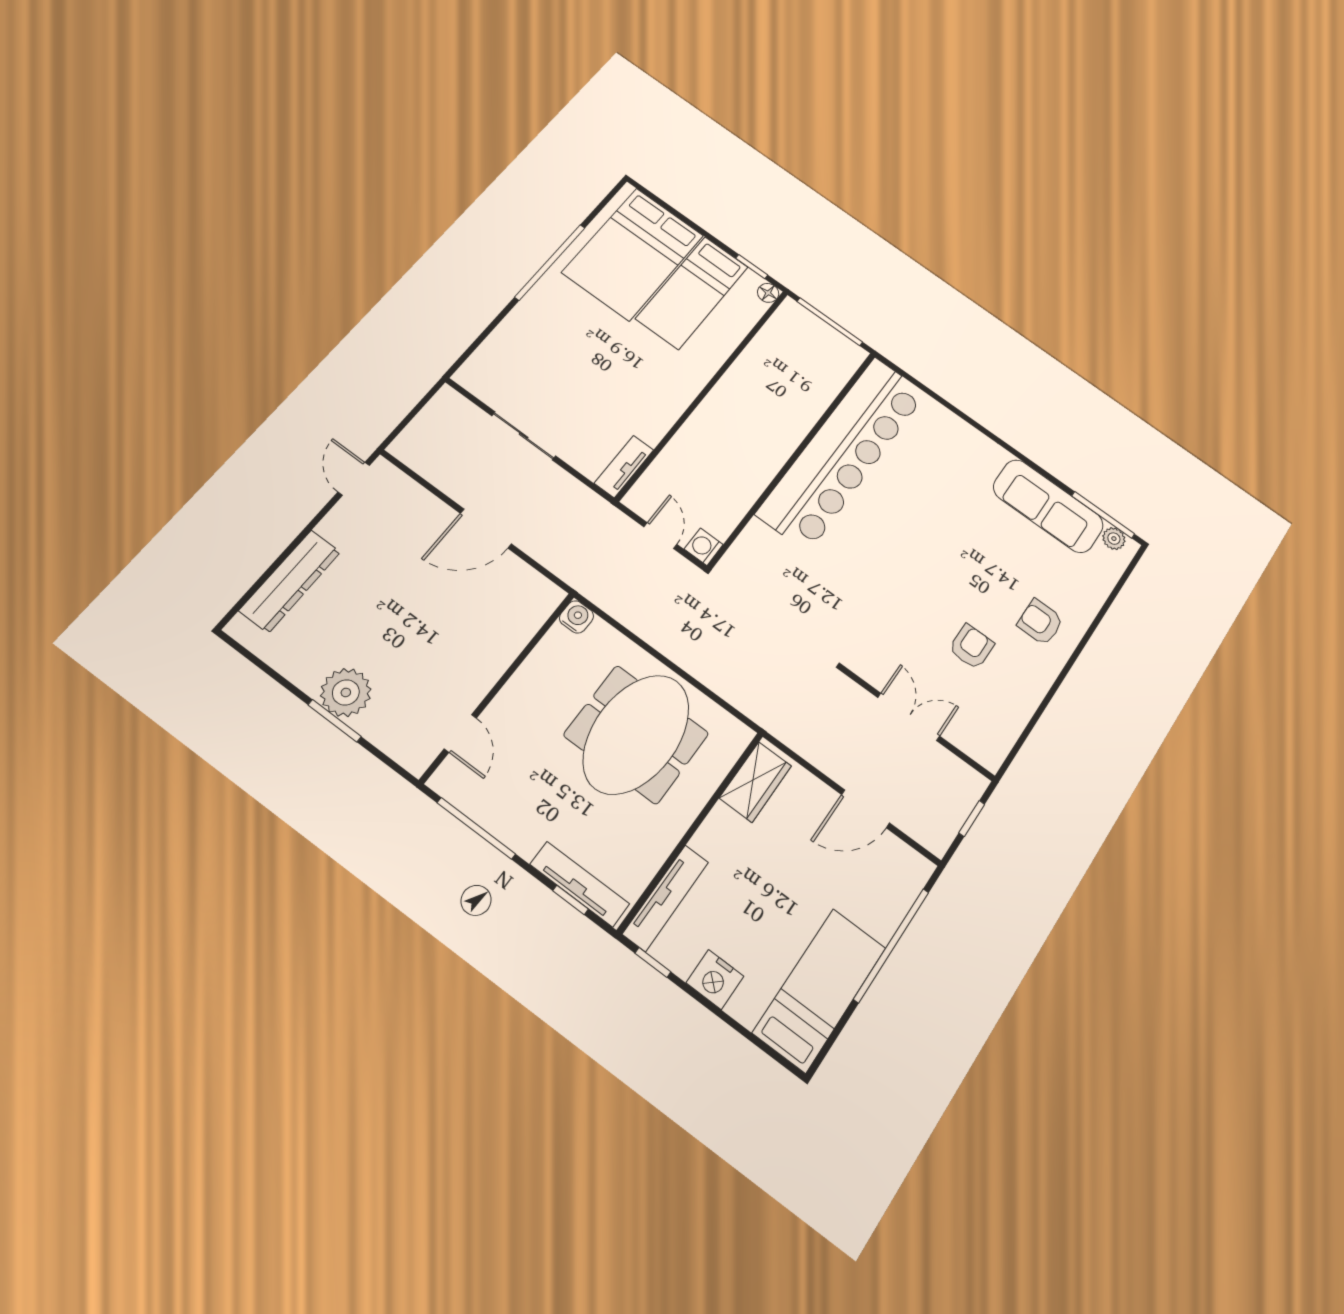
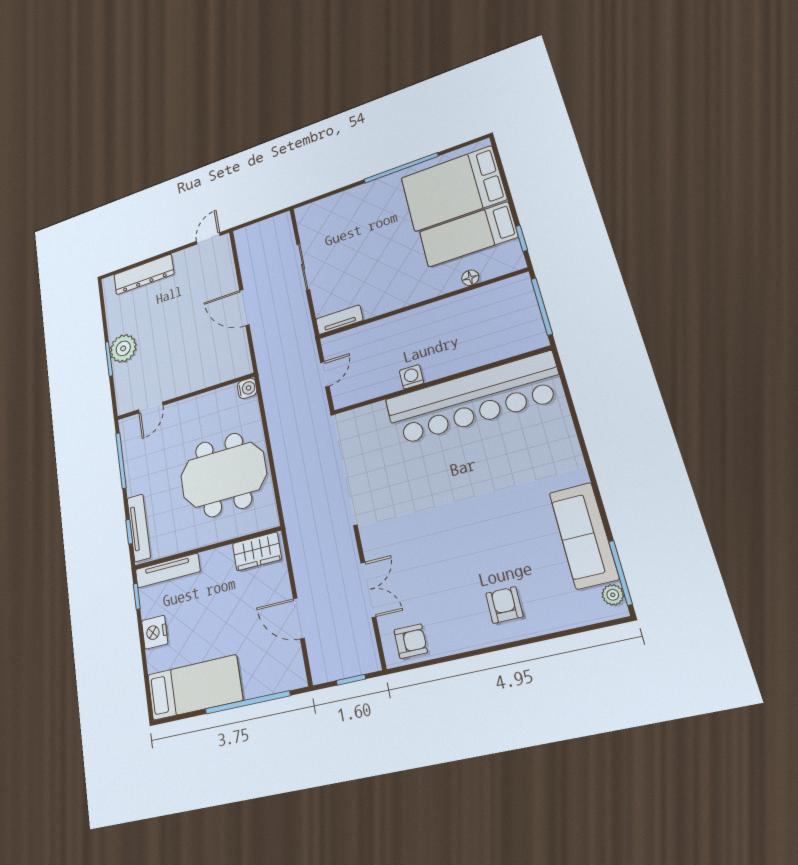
floor lamp: (768, 293) -> (470, 278), moved
washing machine: (704, 547) -> (411, 377), moved
armchair: (971, 647) -> (411, 641), moved

